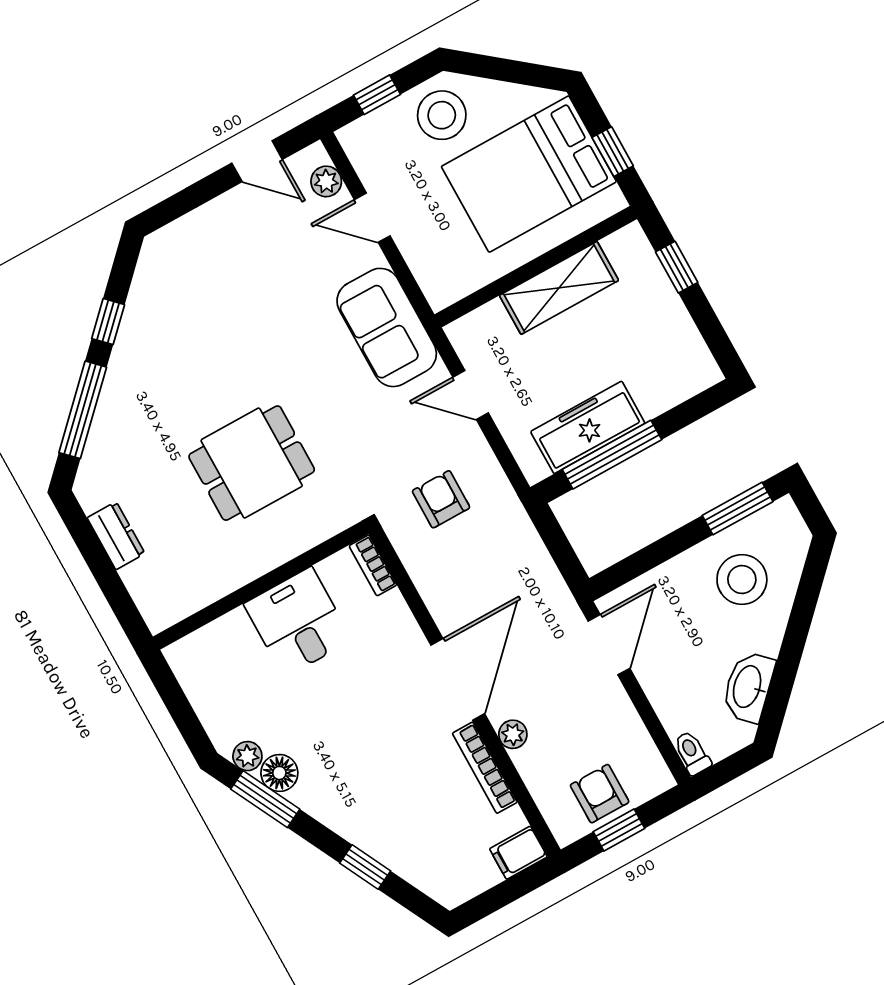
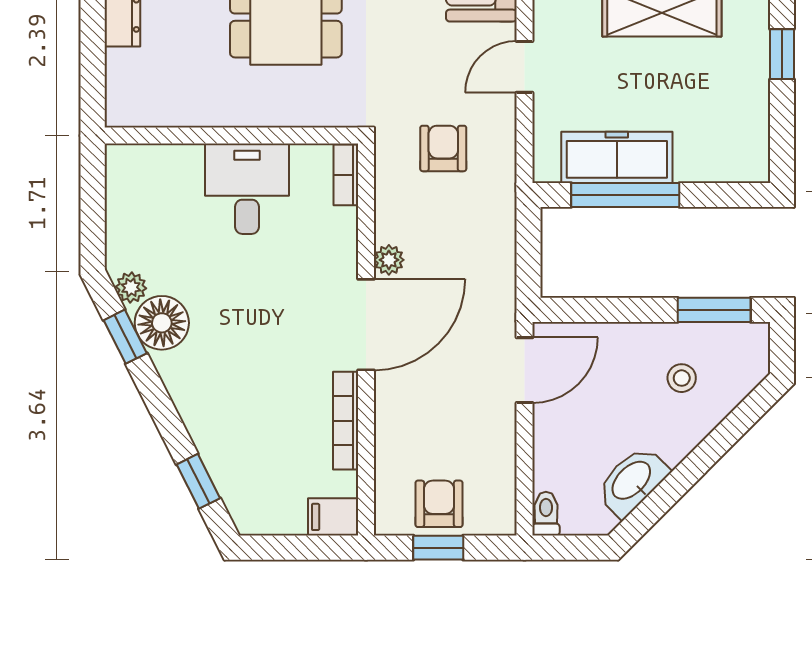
door: (471, 395) -> (525, 67), hinge flipped
stool: (742, 579) -> (682, 378), width x0.53, depth x0.53
plant: (513, 734) -> (389, 260), moved
floor lamp: (279, 773) -> (162, 323), width x1.38, depth x1.38
window: (265, 799) -> (125, 337), width x0.67
window: (365, 867) -> (198, 481), moved

